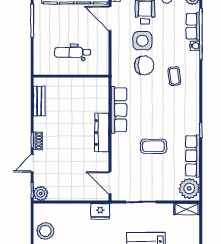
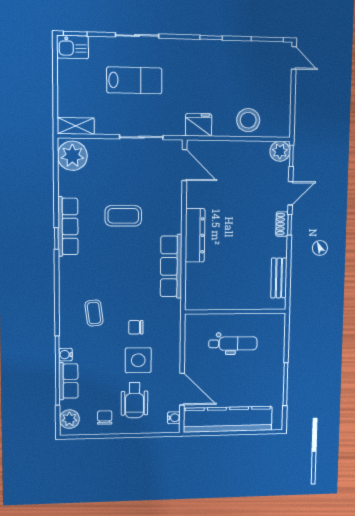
chair: (144, 65) -> (136, 327), width x0.54, depth x0.54
row of seats: (193, 156) -> (68, 226), moved
stool: (45, 231) -> (248, 120), moved

